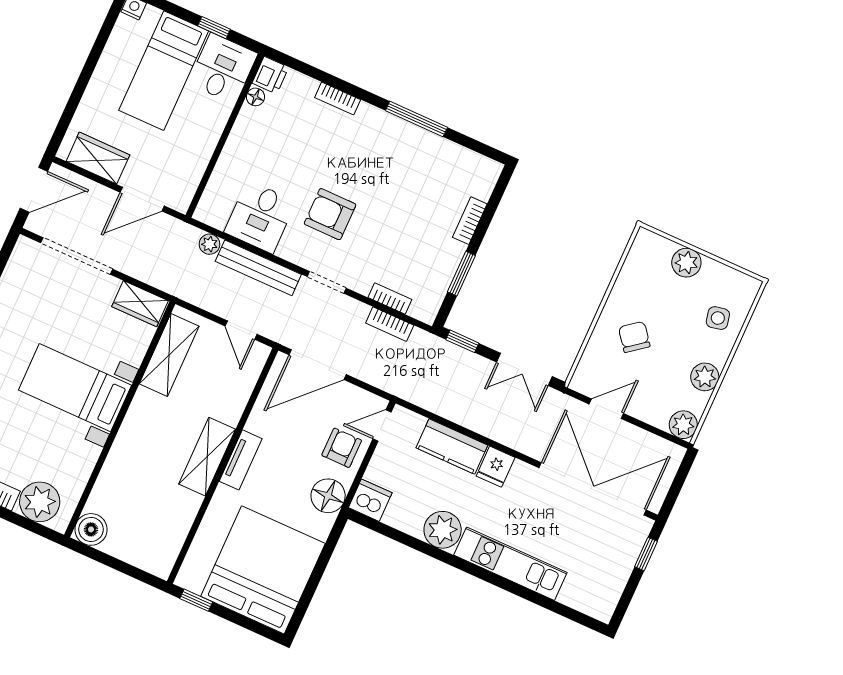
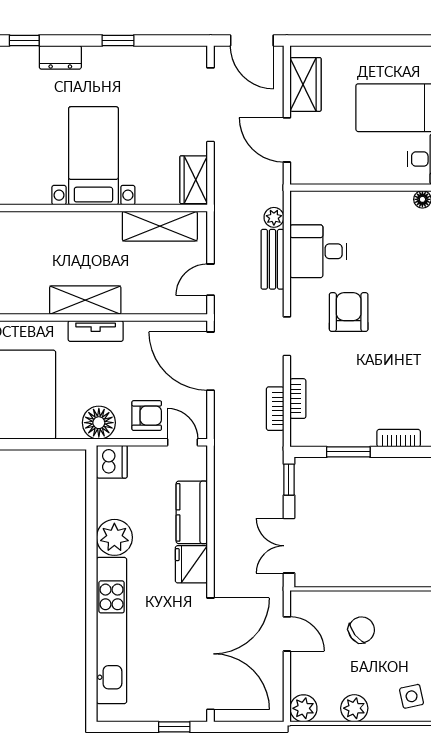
bench: (258, 268) -> (272, 259), width x0.73
fridge: (496, 467) -> (191, 564), width x1.38
kitchen unit: (510, 564) -> (112, 631), width x1.36

